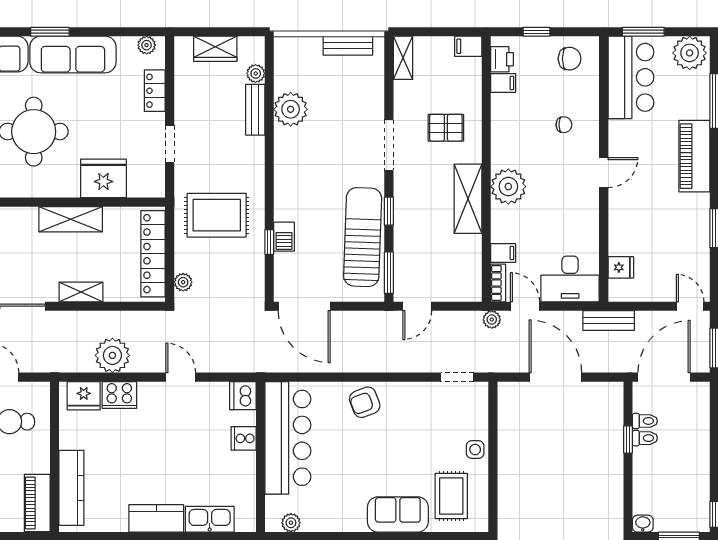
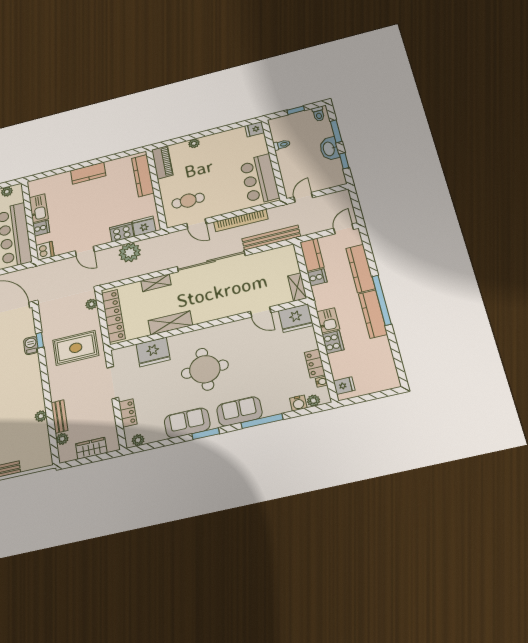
sofa: (73, 54) -> (187, 423), width x0.73
plant: (291, 109) -> (41, 416), width x0.53, depth x0.53
doorway: (170, 144) -> (113, 383), width x1.38
kitchen sink: (210, 519) -> (39, 208), moved, turned -90

